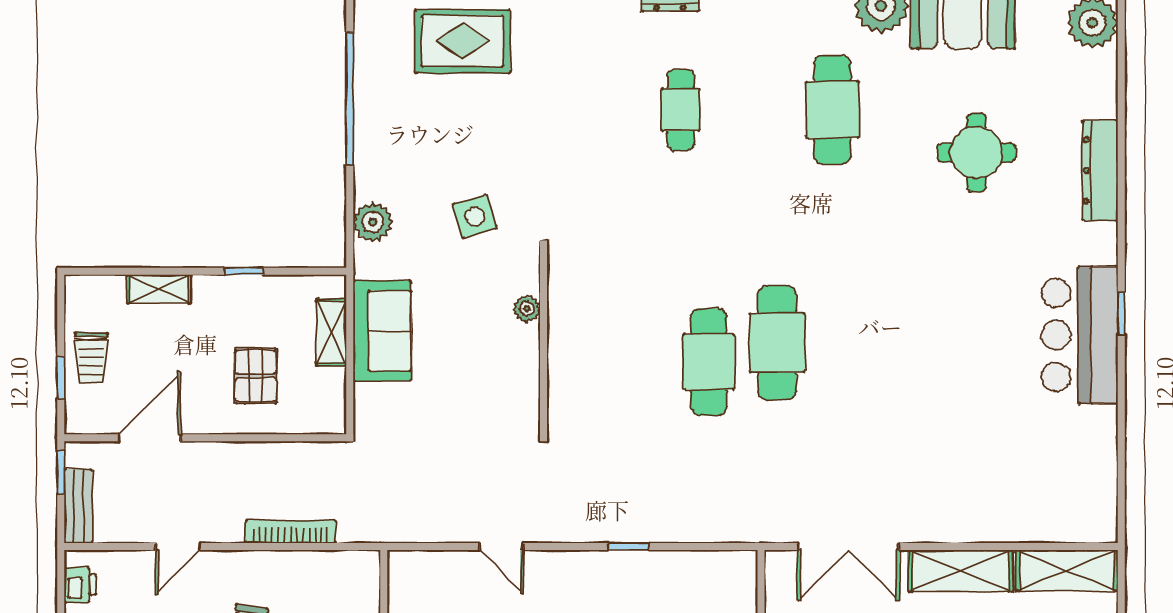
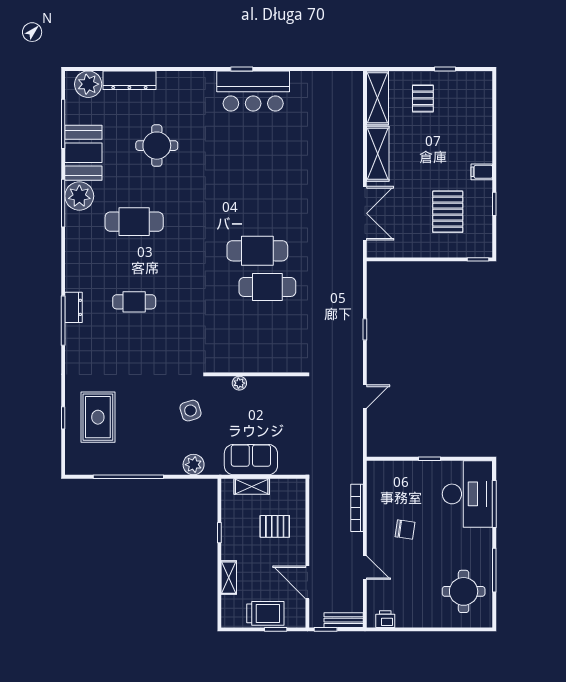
dresser: (1100, 170) -> (129, 80), moved
trolley: (91, 358) -> (265, 613), width x1.36, depth x1.39

